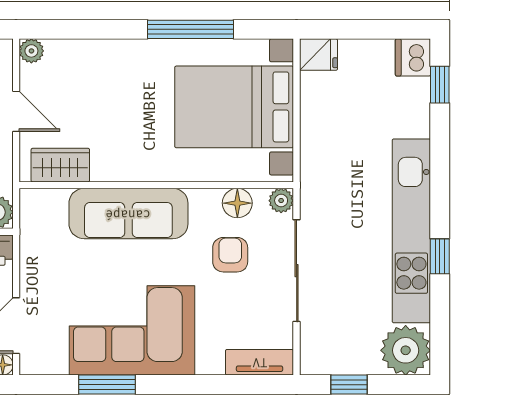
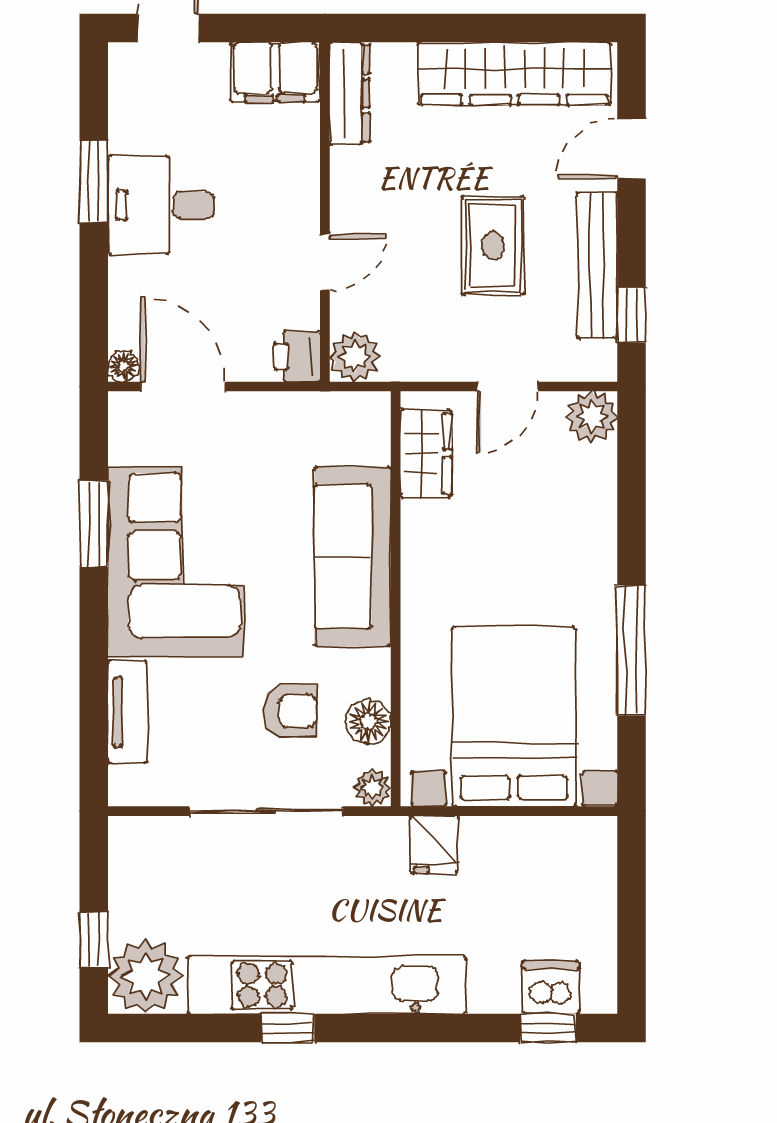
plant: (31, 51) -> (592, 417), width x1.38, depth x1.38
fridge: (319, 55) -> (434, 844), moved
dishwasher: (413, 57) -> (551, 987), moved
tv unit: (260, 362) -> (127, 712), moved
window: (349, 385) -> (94, 939), moved

